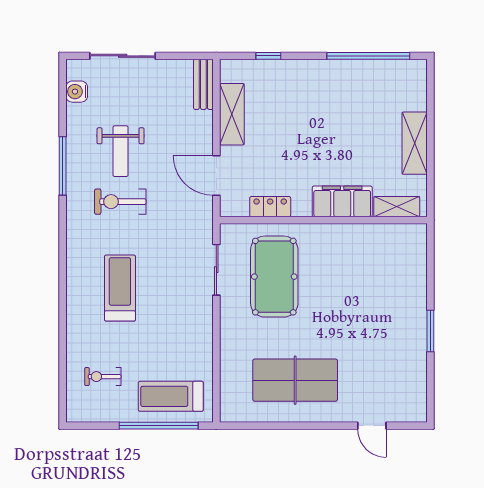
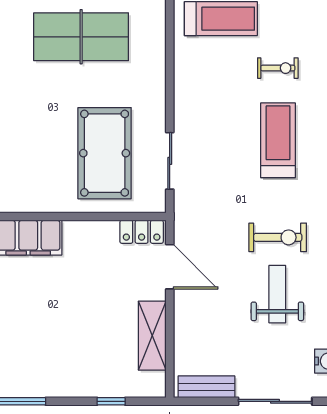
bench: (203, 84) -> (206, 387), moved, turned 90
locker: (270, 207) -> (142, 232), moved
treadmill: (120, 288) -> (278, 140), turned 180
exercise bike: (103, 377) -> (278, 68), moved

